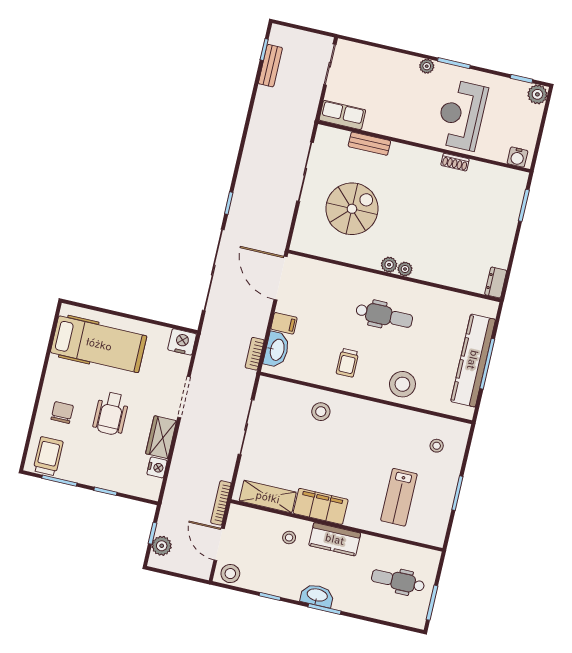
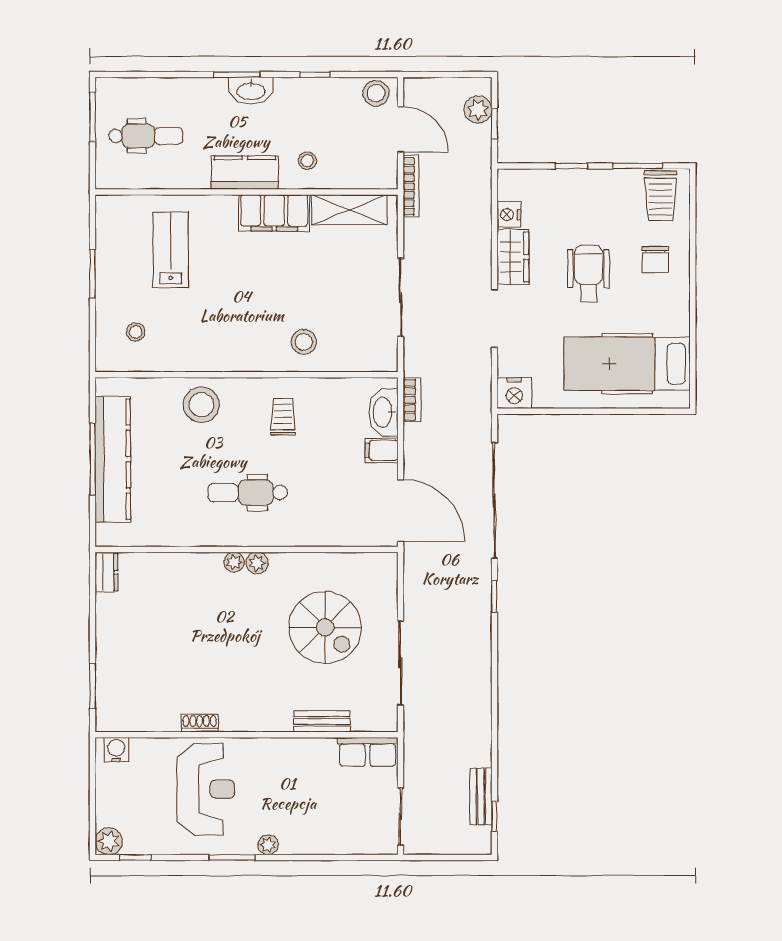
spiral stairs: (352, 209) -> (325, 627), turned -90

